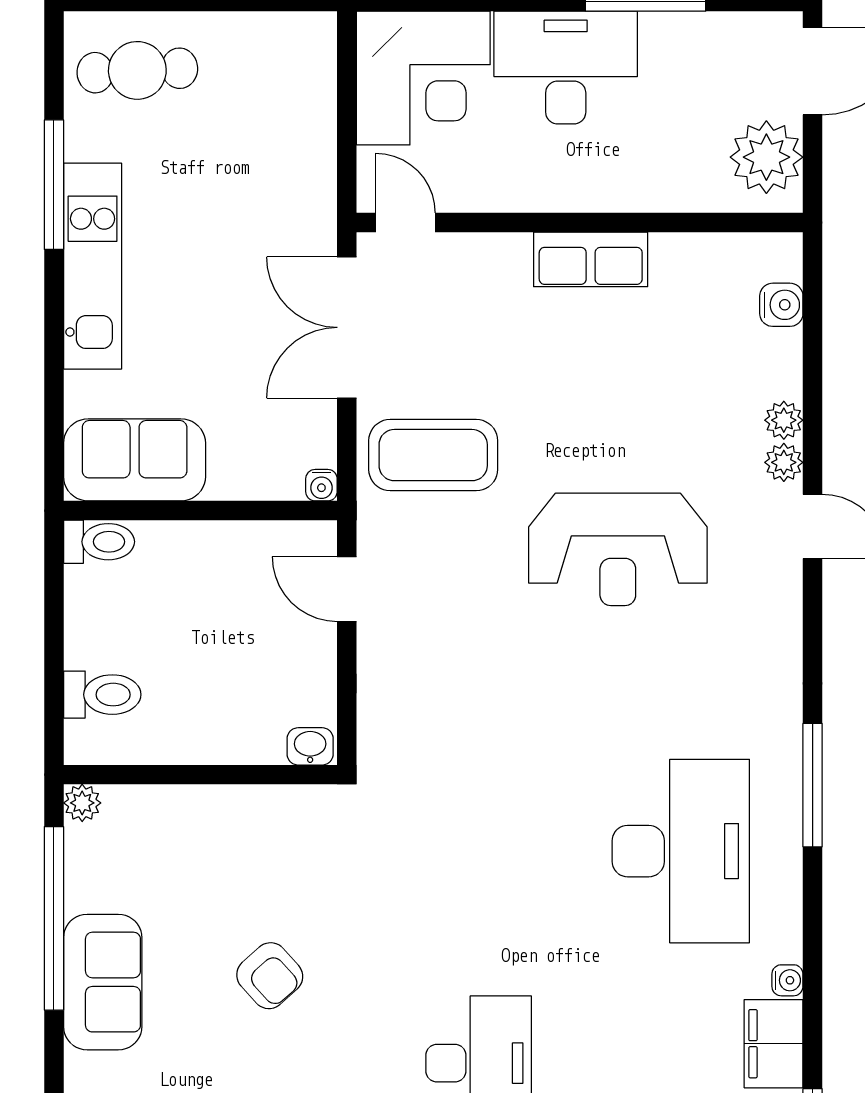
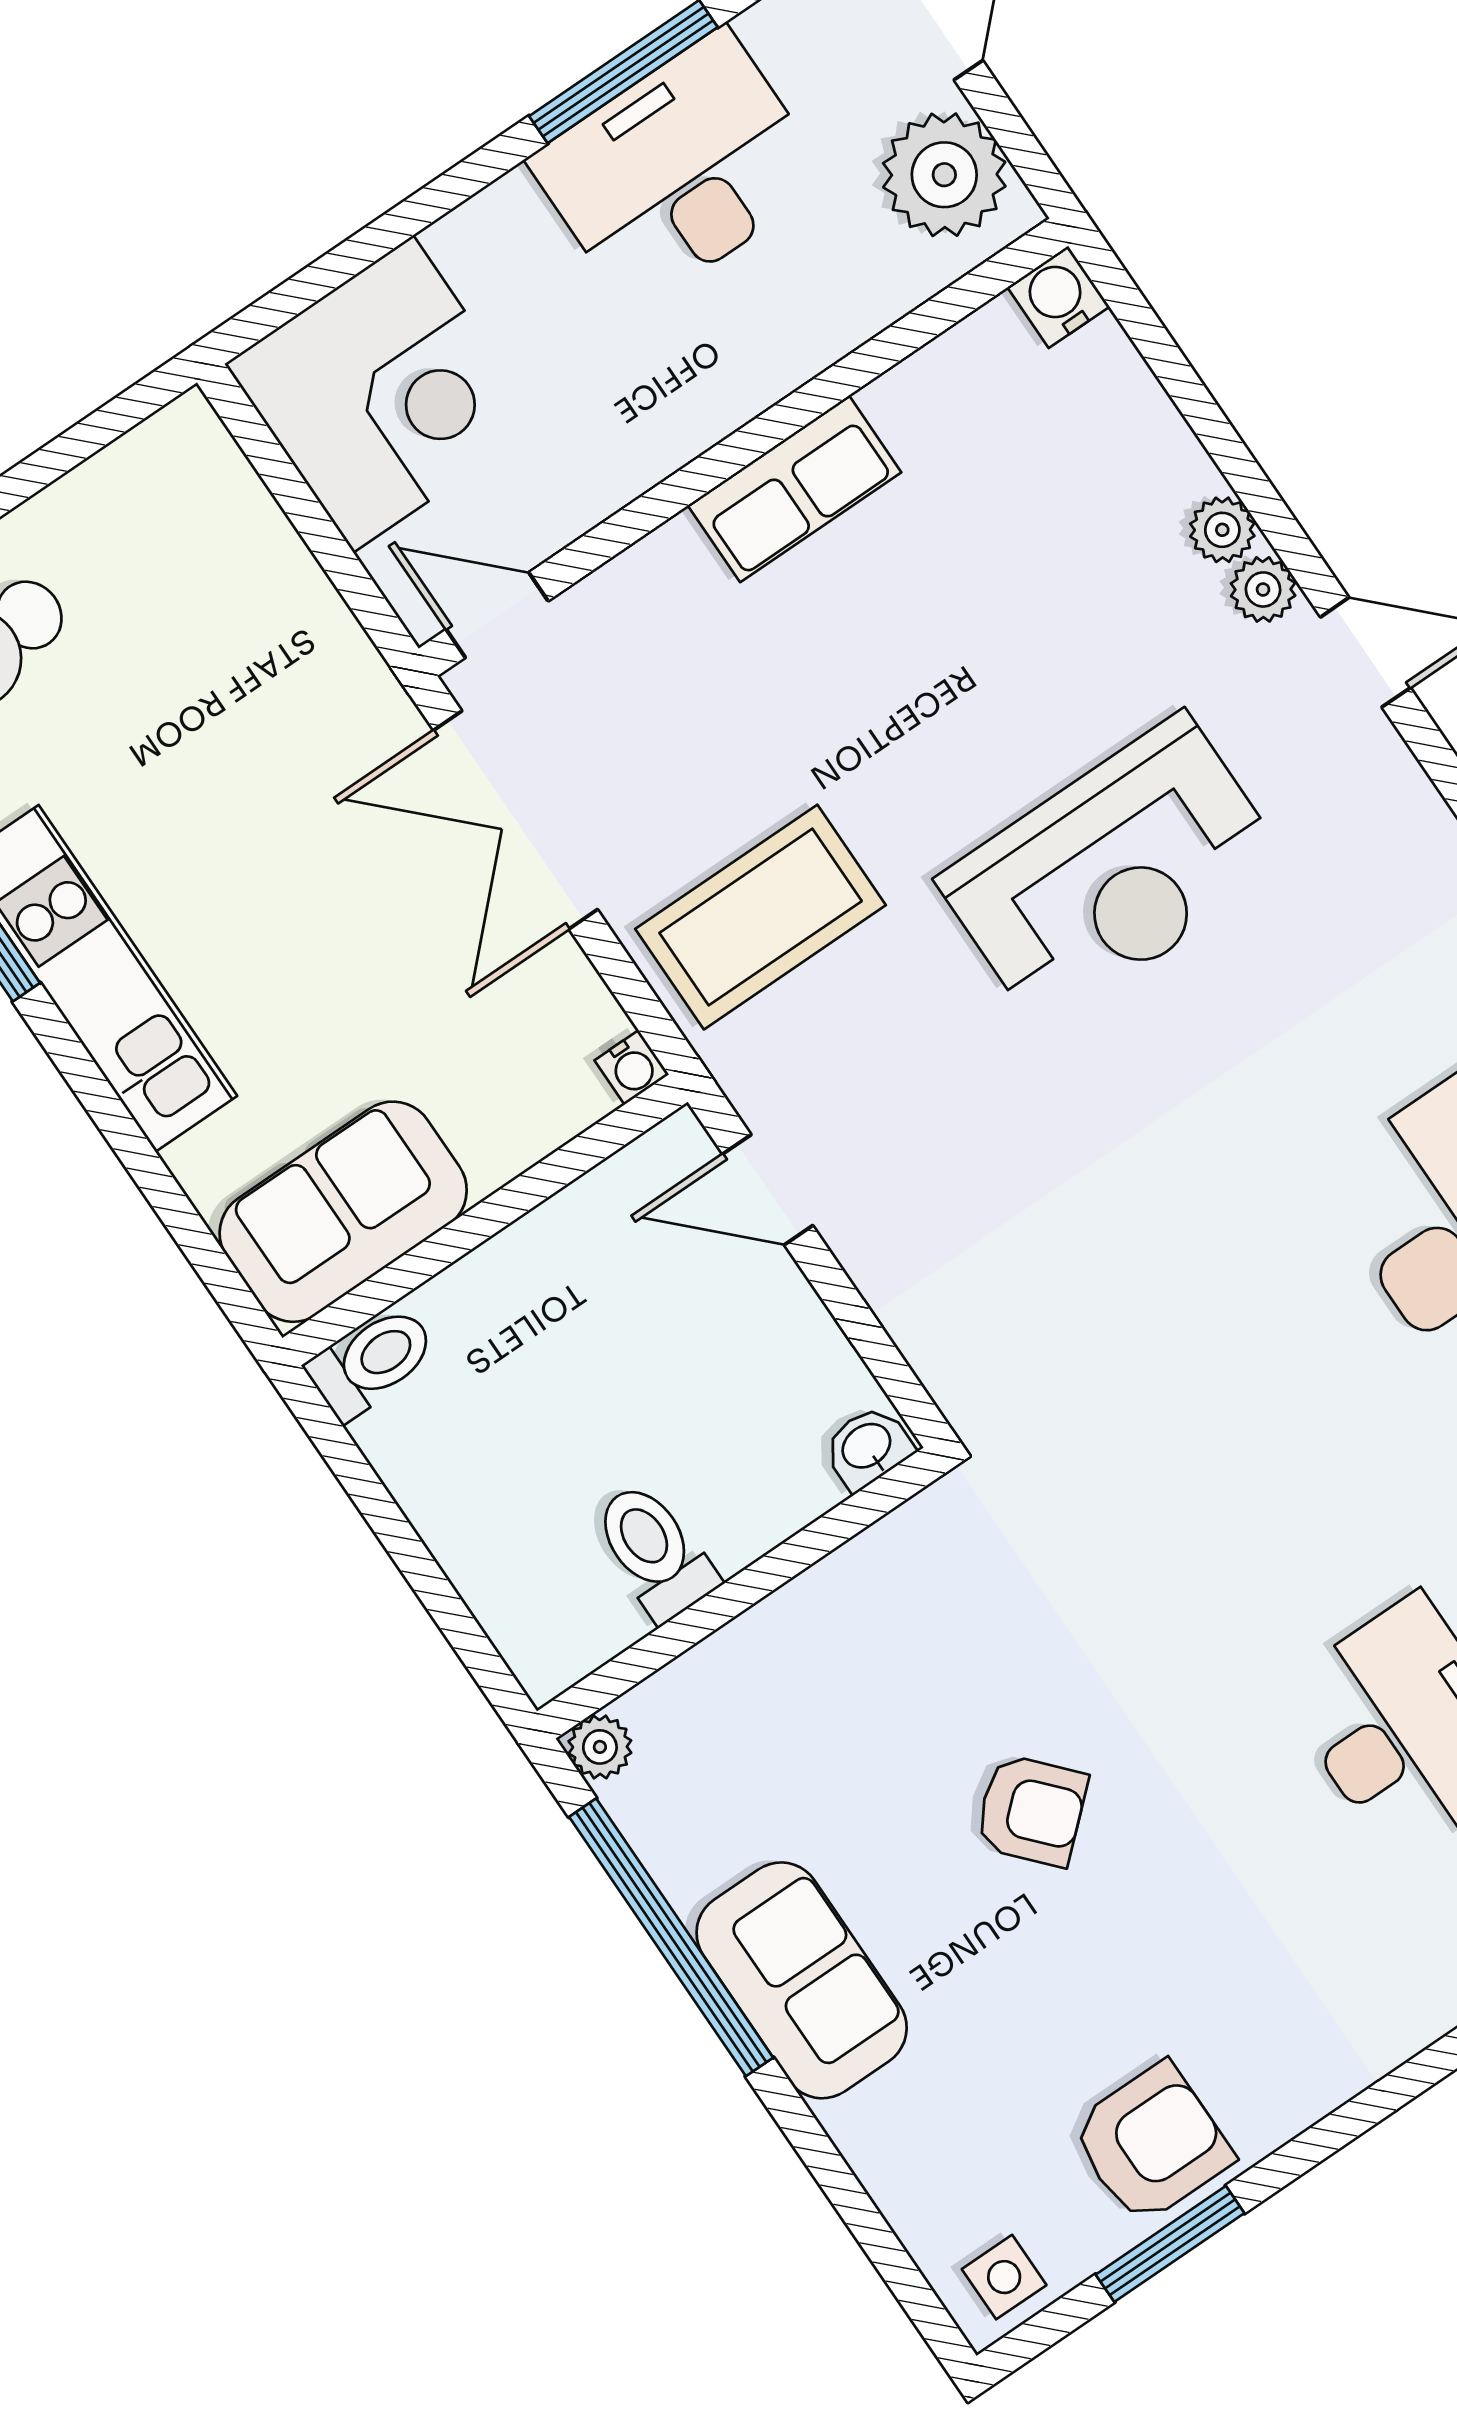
desk: (566, 68) -> (679, 170), moved
water cooler: (781, 305) -> (1058, 297), moved, turned -90
toilet: (102, 695) -> (654, 1551), moved, turned -90

